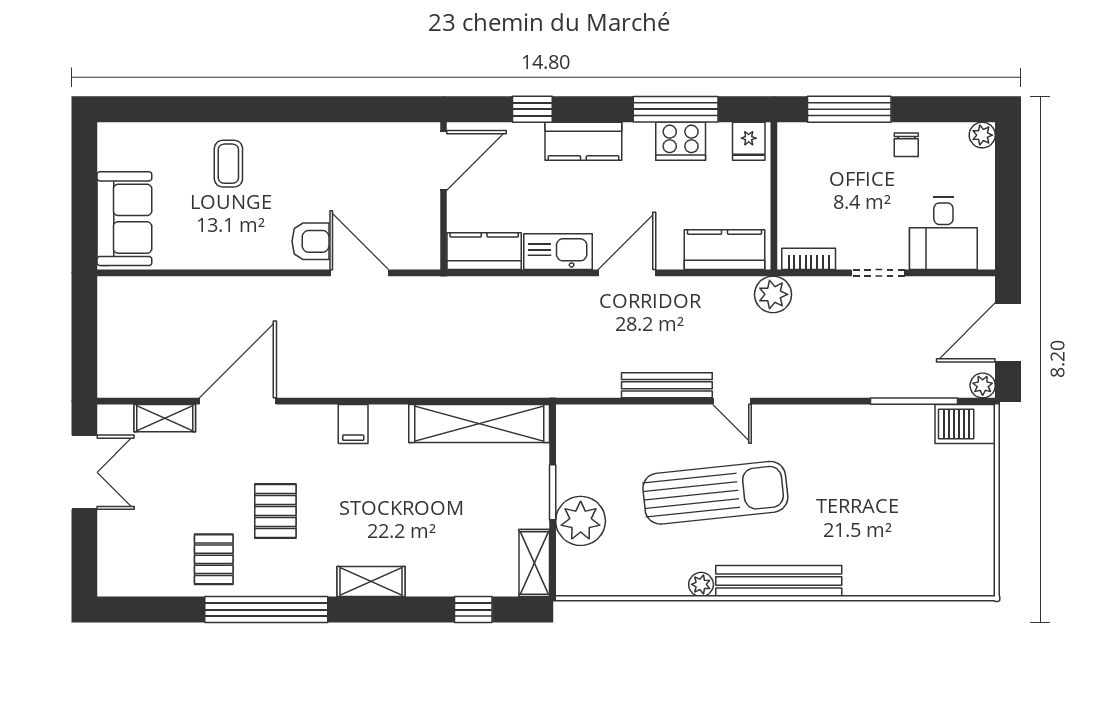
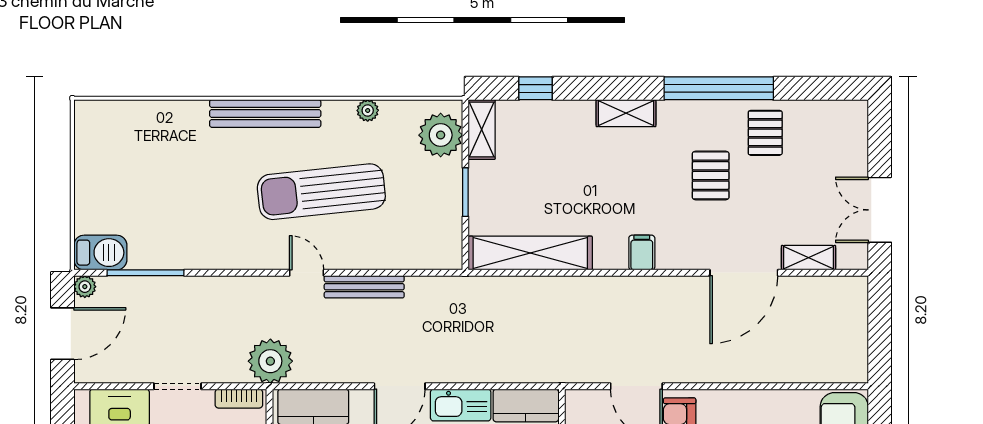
plant: (773, 294) -> (270, 361), width x1.36, depth x1.36
plant: (581, 521) -> (441, 135), moved
plant: (701, 584) -> (368, 110), moved

